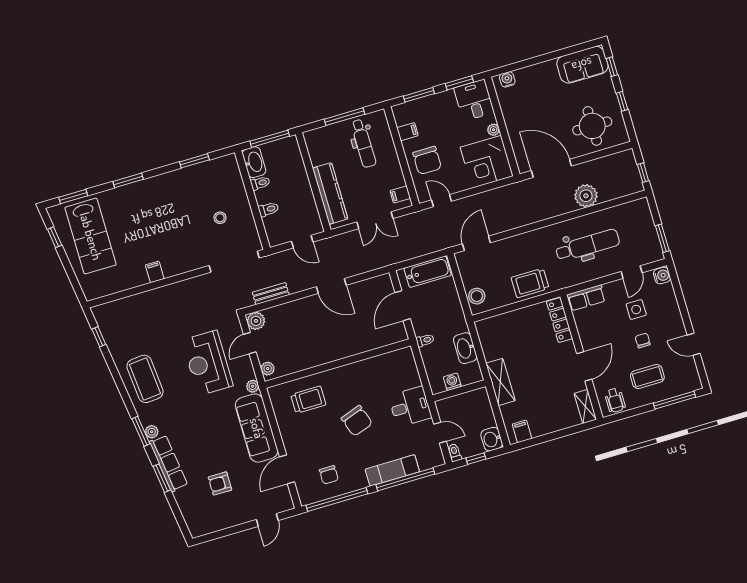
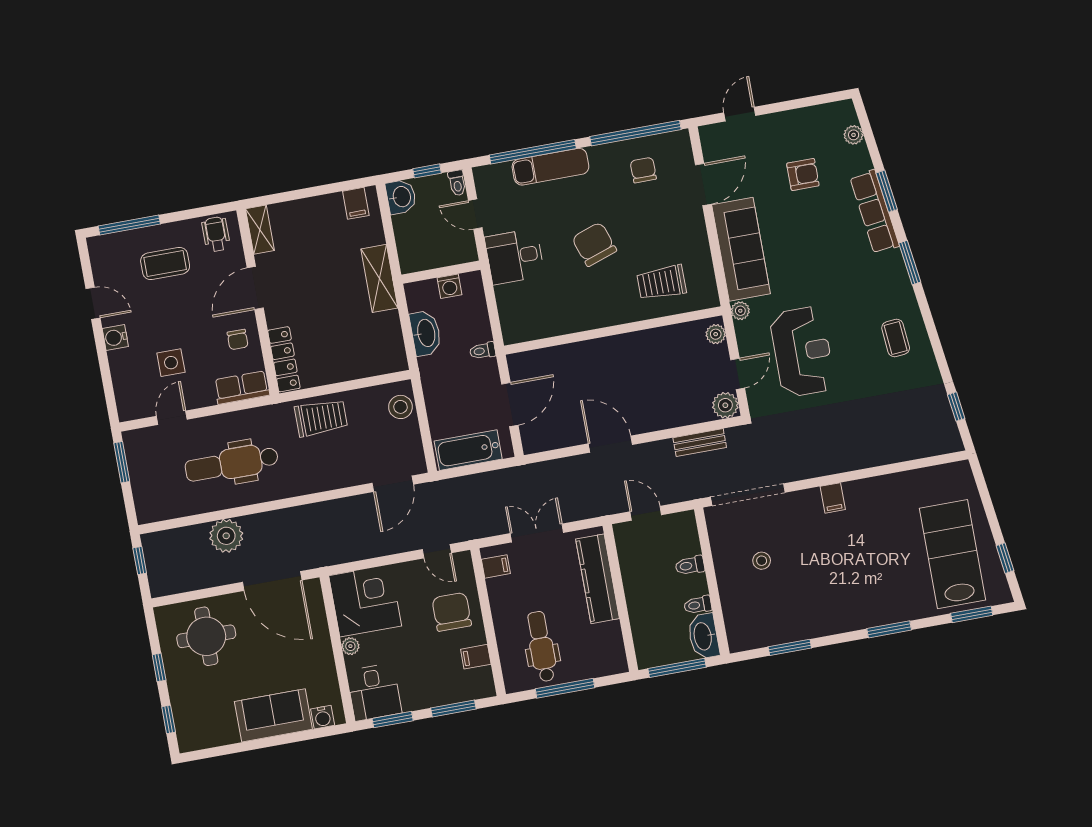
sofa: (582, 65) -> (273, 715), moved
filing cabinet: (155, 272) -> (833, 498), moved
water cooler: (662, 276) -> (115, 338), moved
chair: (643, 340) -> (238, 340), moved
coffee table: (145, 379) -> (896, 338), width x0.54, depth x0.58
plant: (152, 432) -> (854, 135), moved

